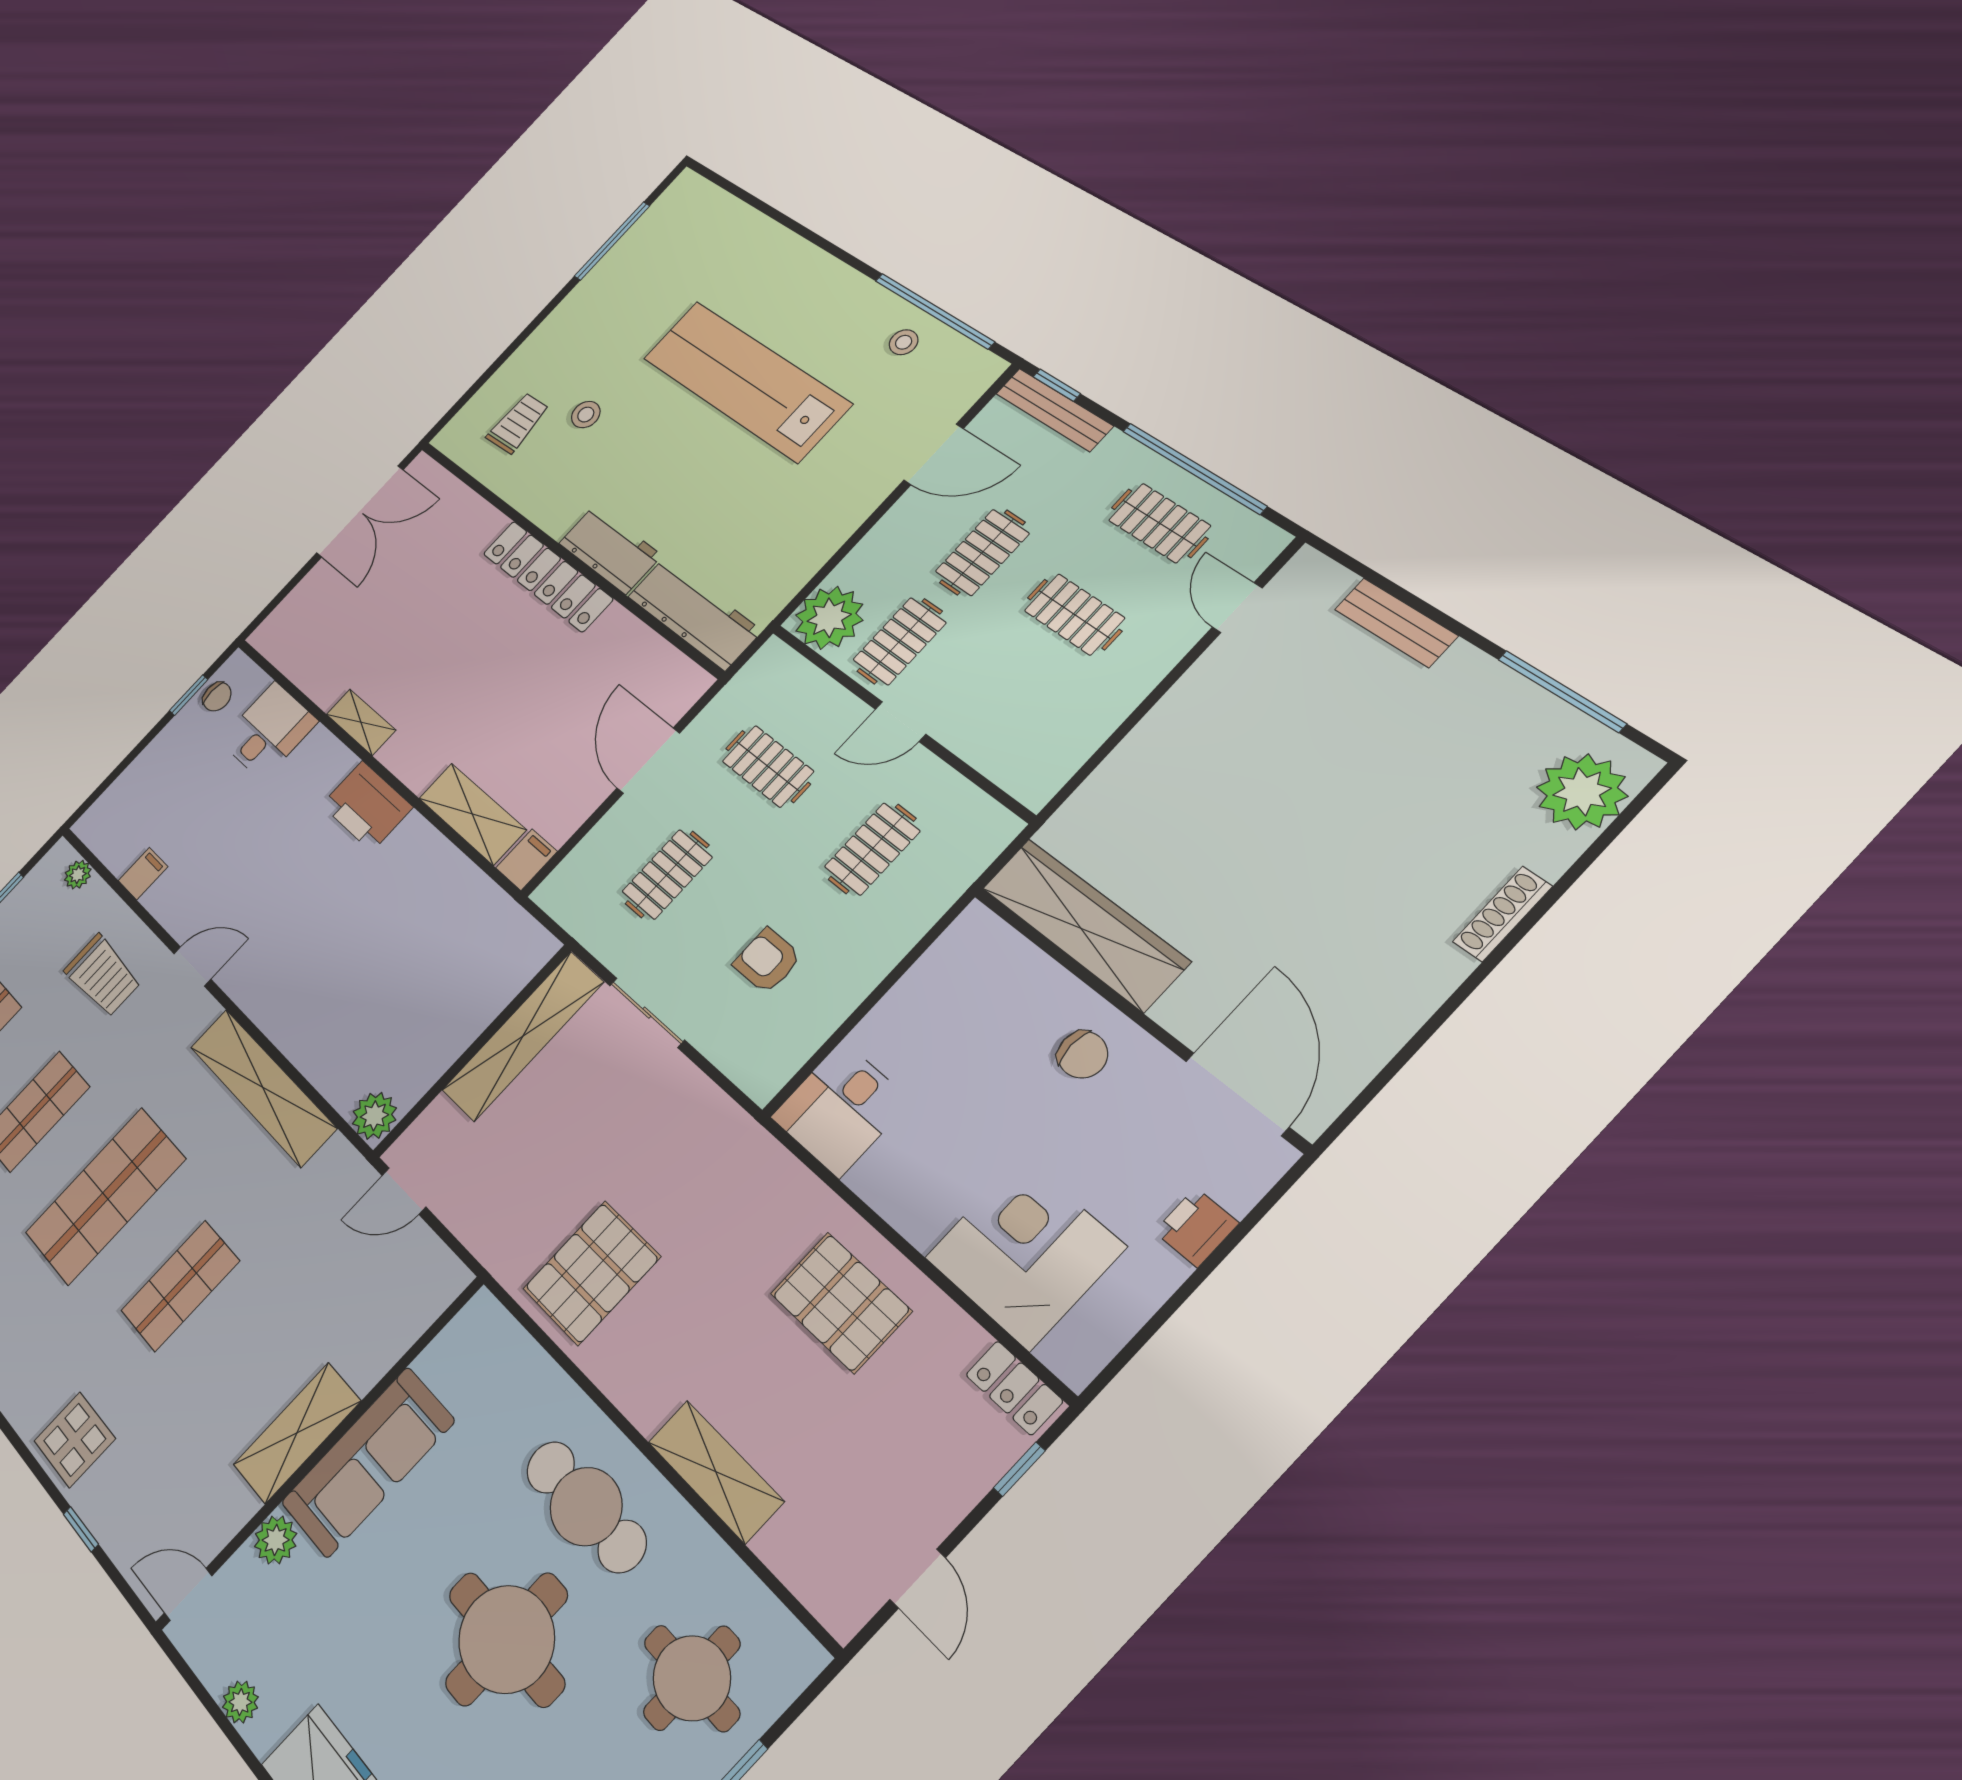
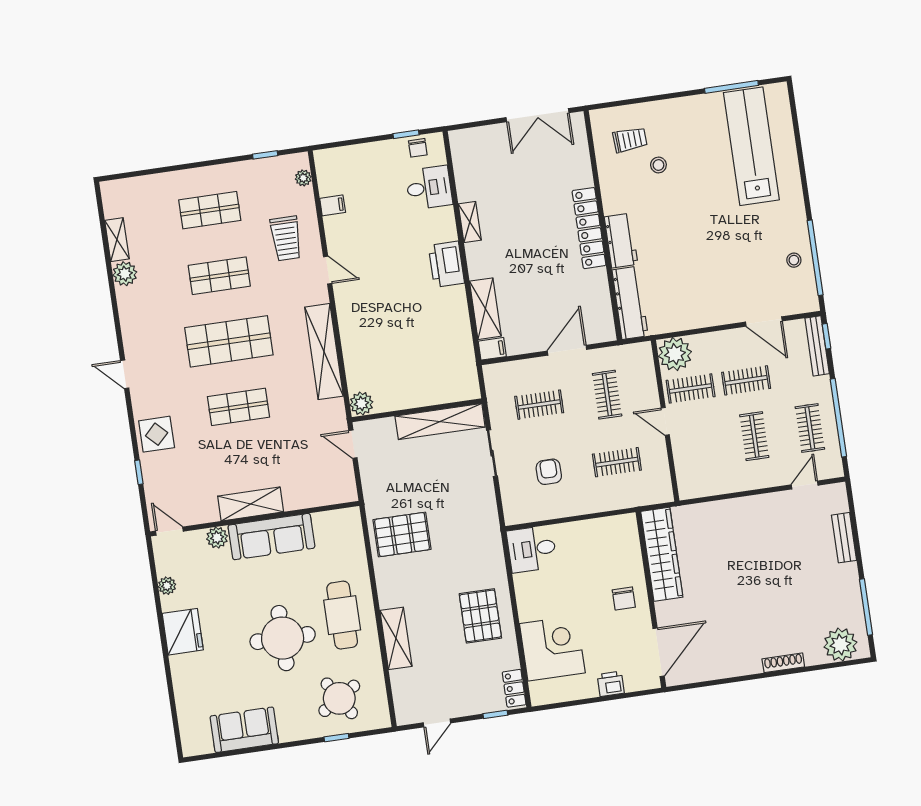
lab bench: (746, 381) -> (751, 146), moved
round table: (692, 1678) -> (339, 698), turned -32

